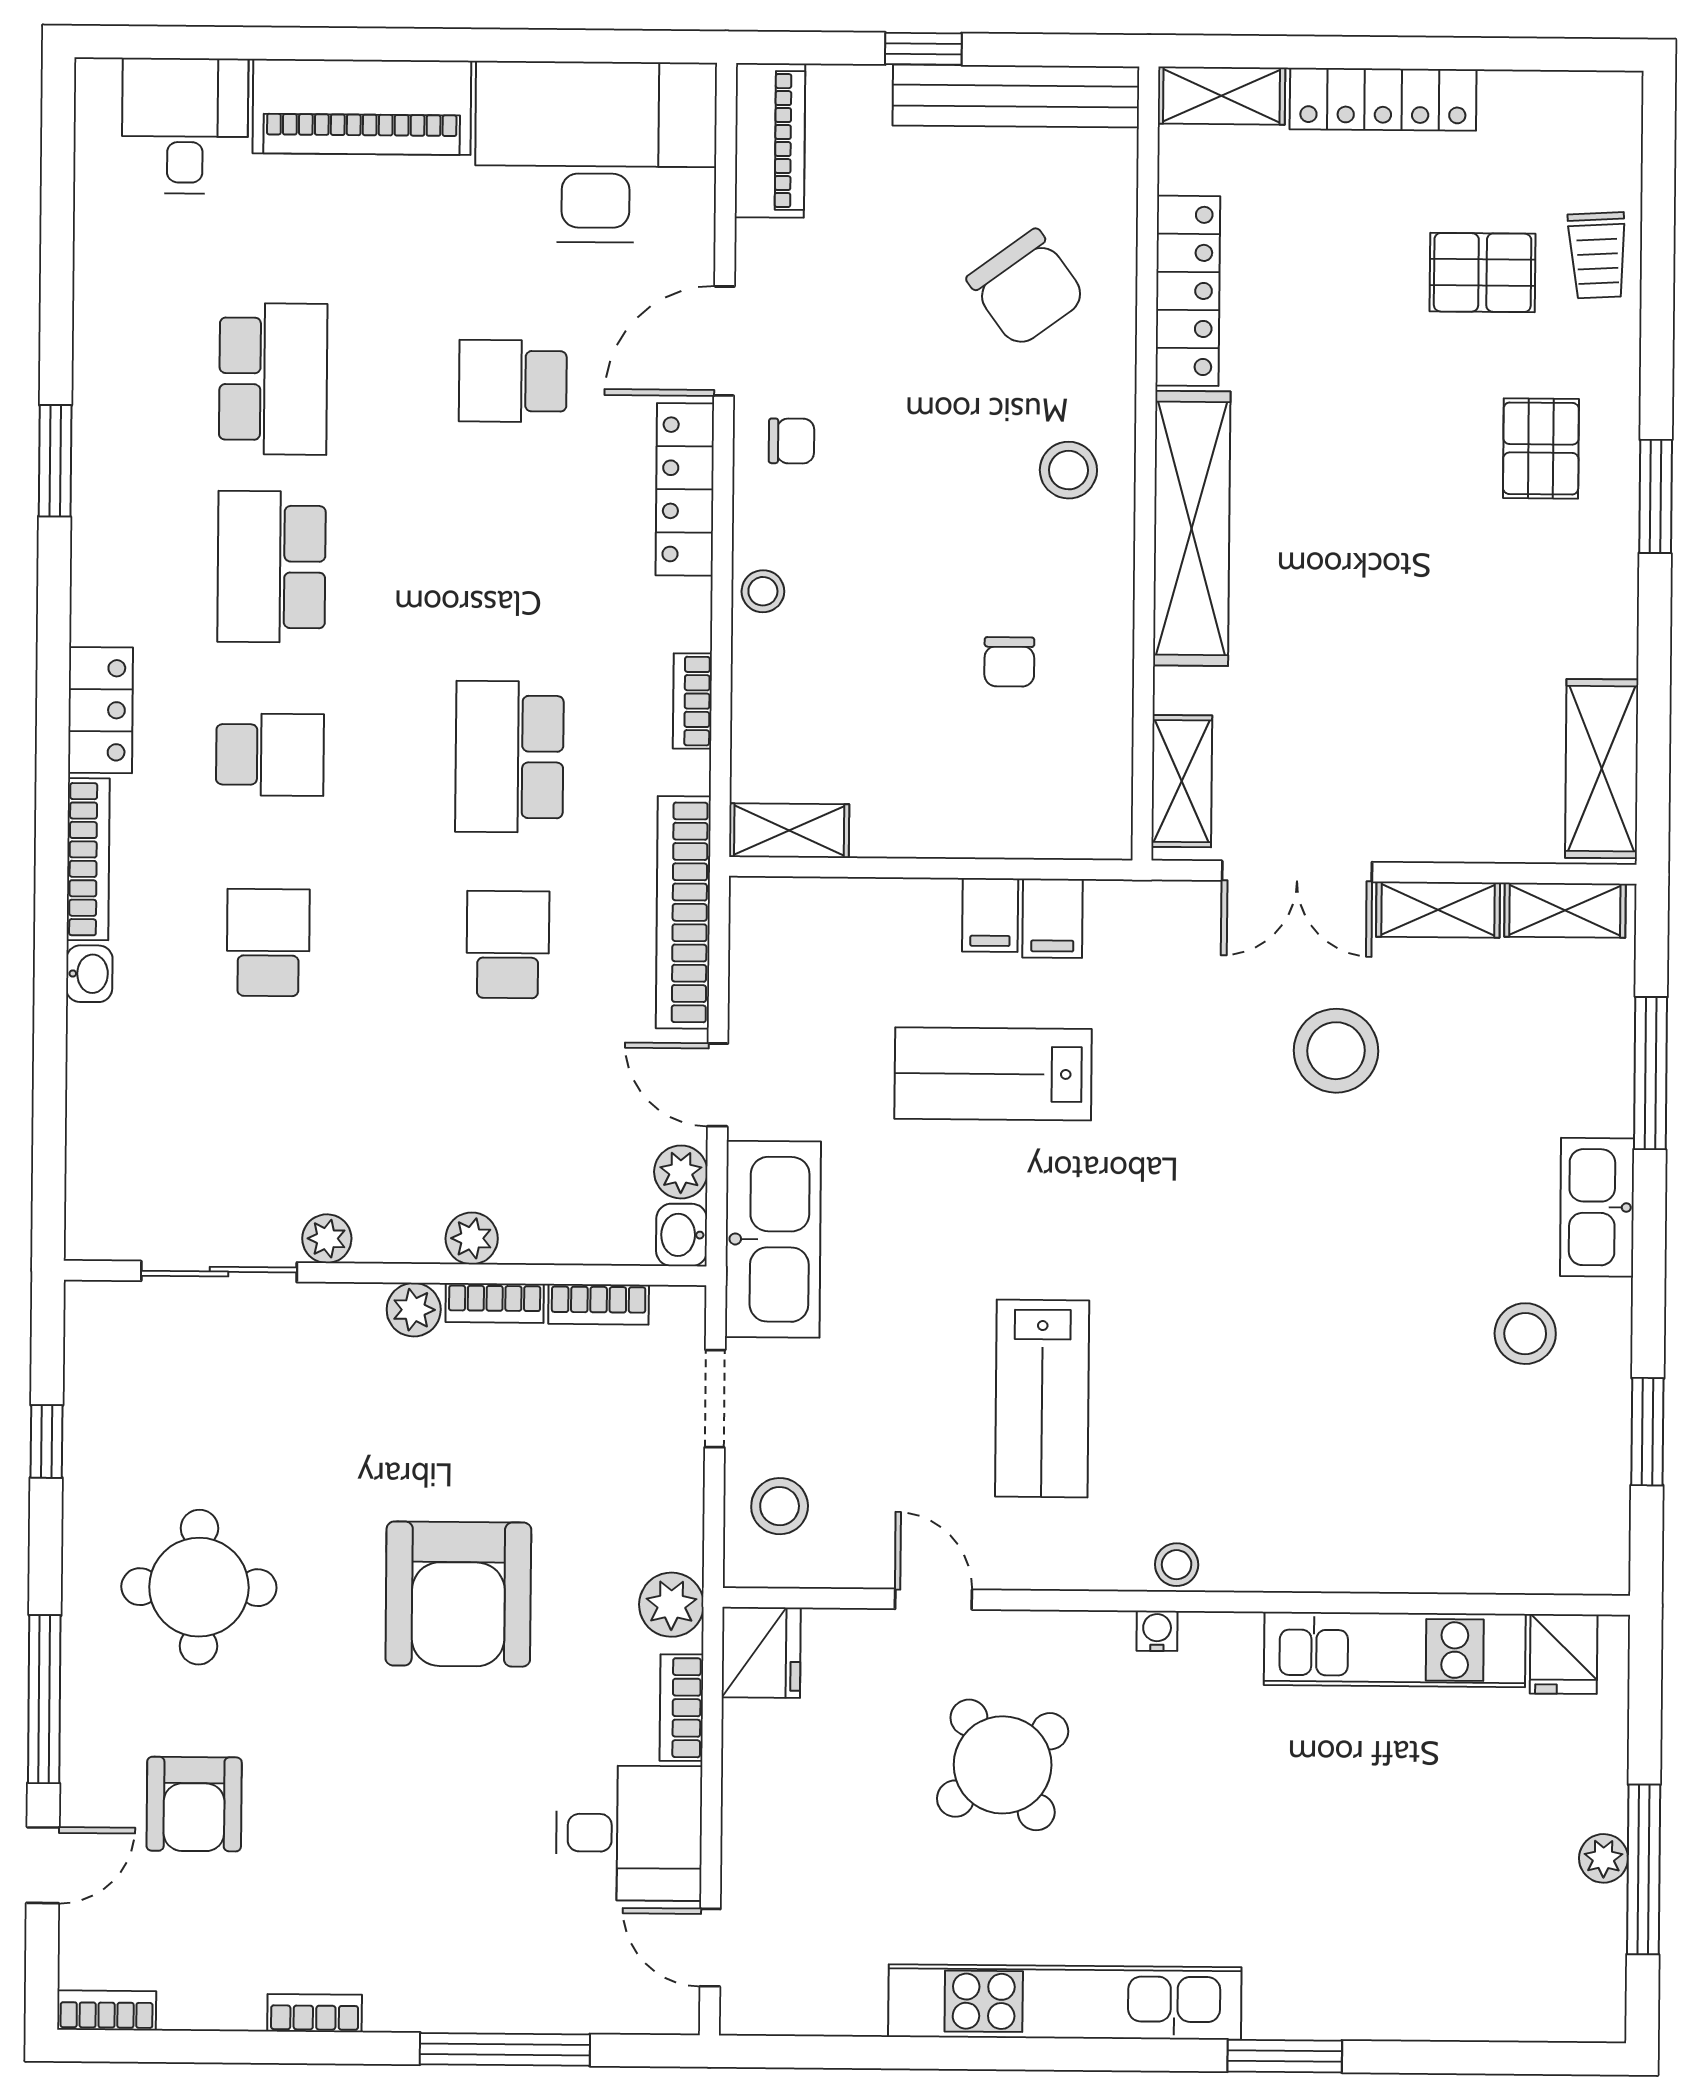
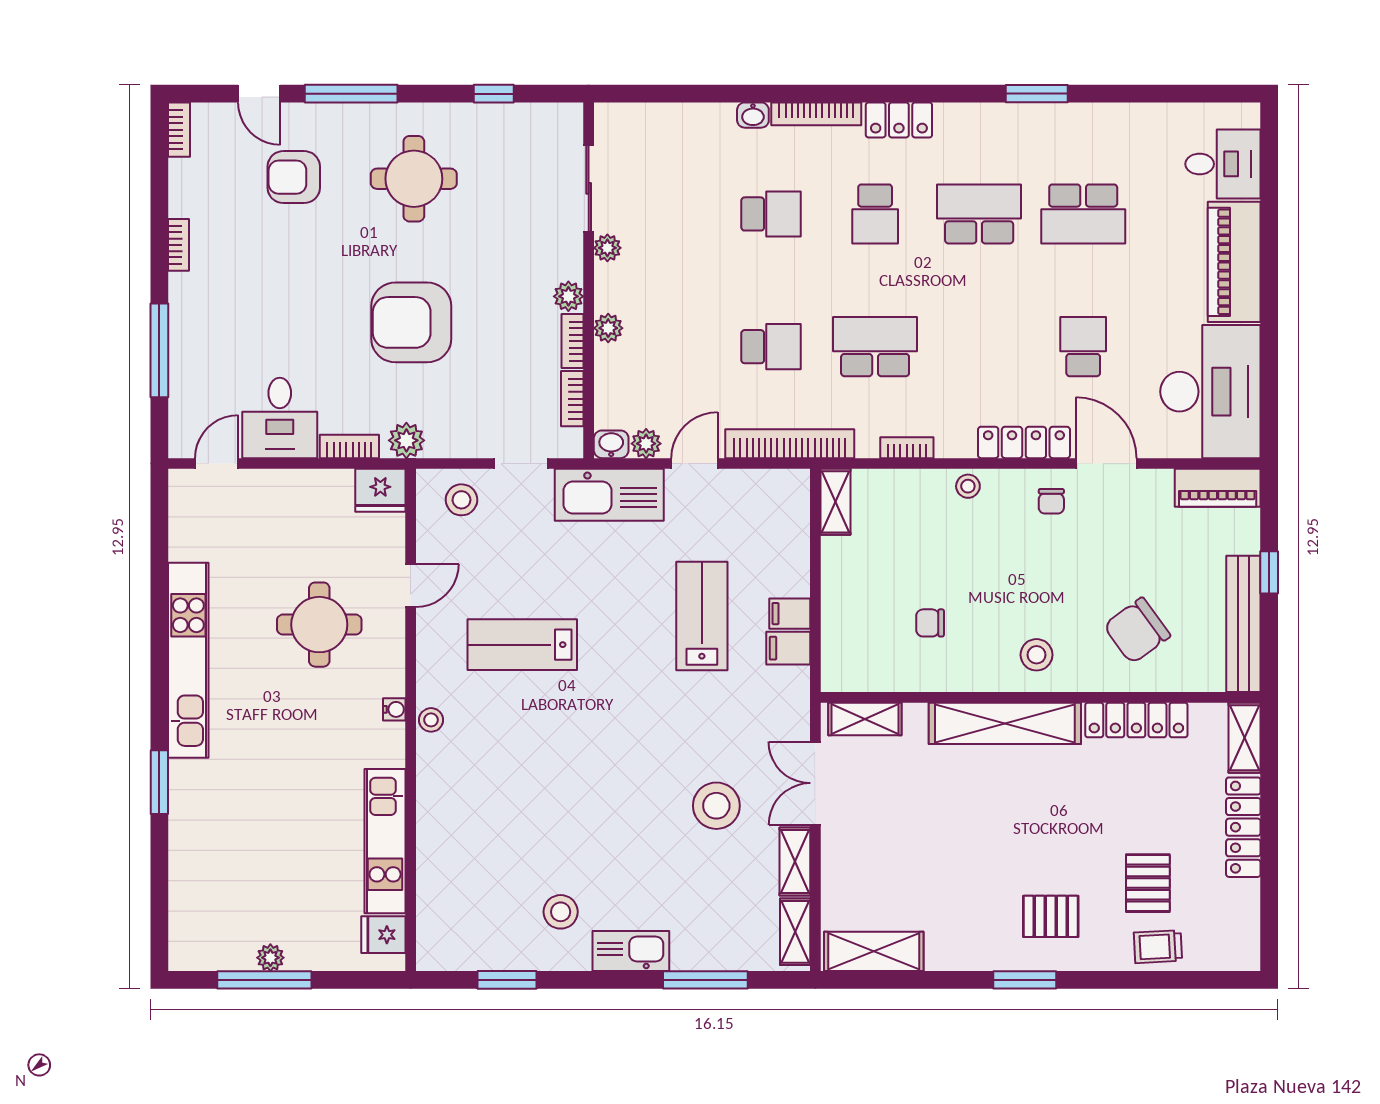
round table: (1003, 1765) -> (319, 625), turned 36

